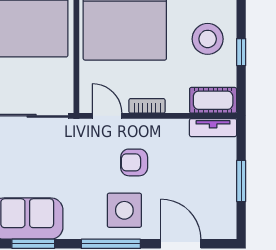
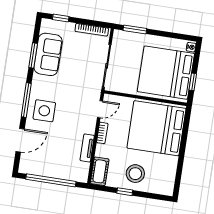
tv unit: (213, 128) -> (87, 148), moved
armchair: (134, 162) -> (71, 121), removed
window: (241, 181) -> (51, 180), width x2.11

